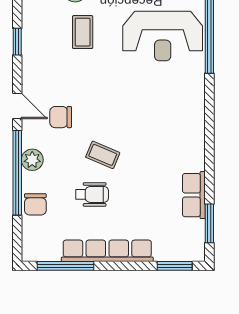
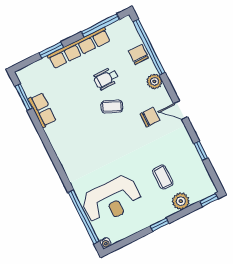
reception desk: (163, 36) -> (112, 200), turned 180
window: (17, 173) -> (149, 47), moved
window: (175, 266) -> (51, 50), moved

